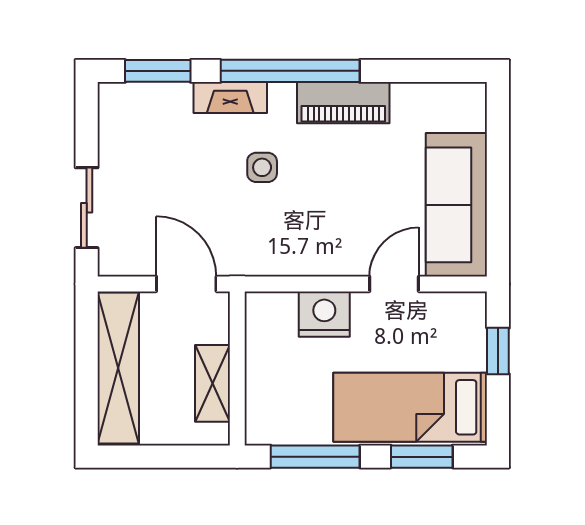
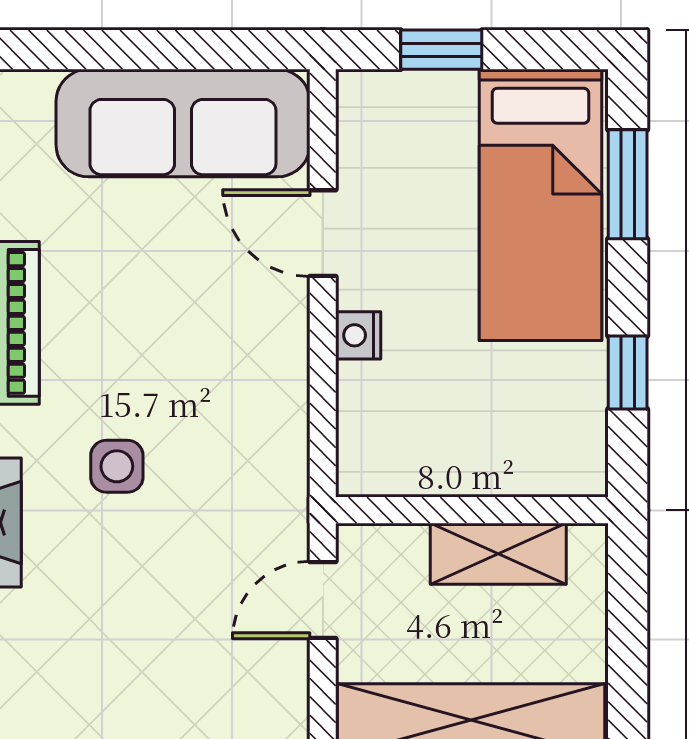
door: (186, 284) -> (323, 600), width x0.73
nightstand: (324, 314) -> (358, 335), width x0.53, depth x0.56
window: (315, 457) -> (628, 372), width x0.46

